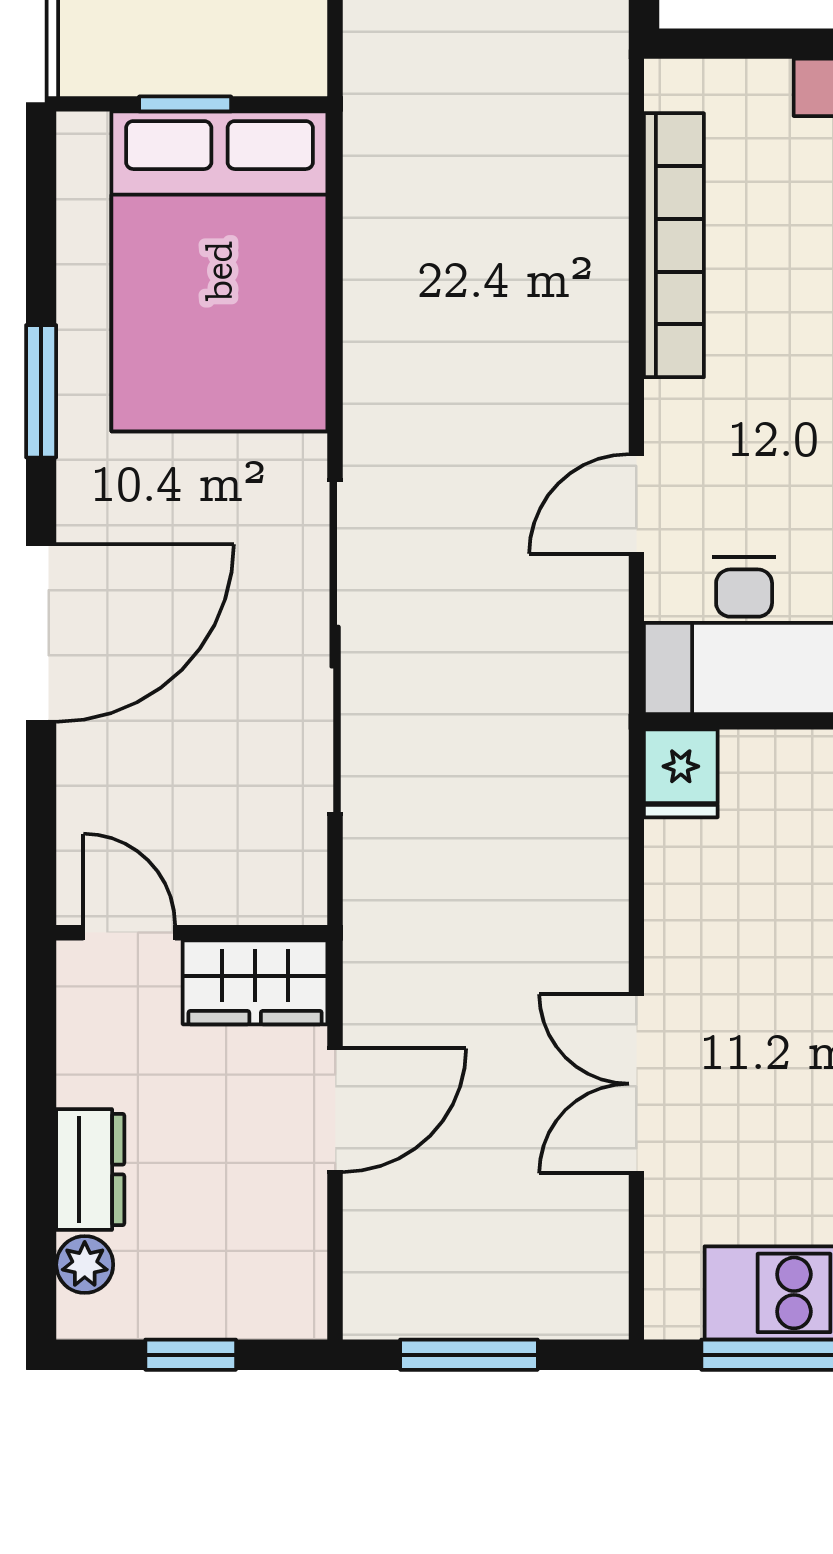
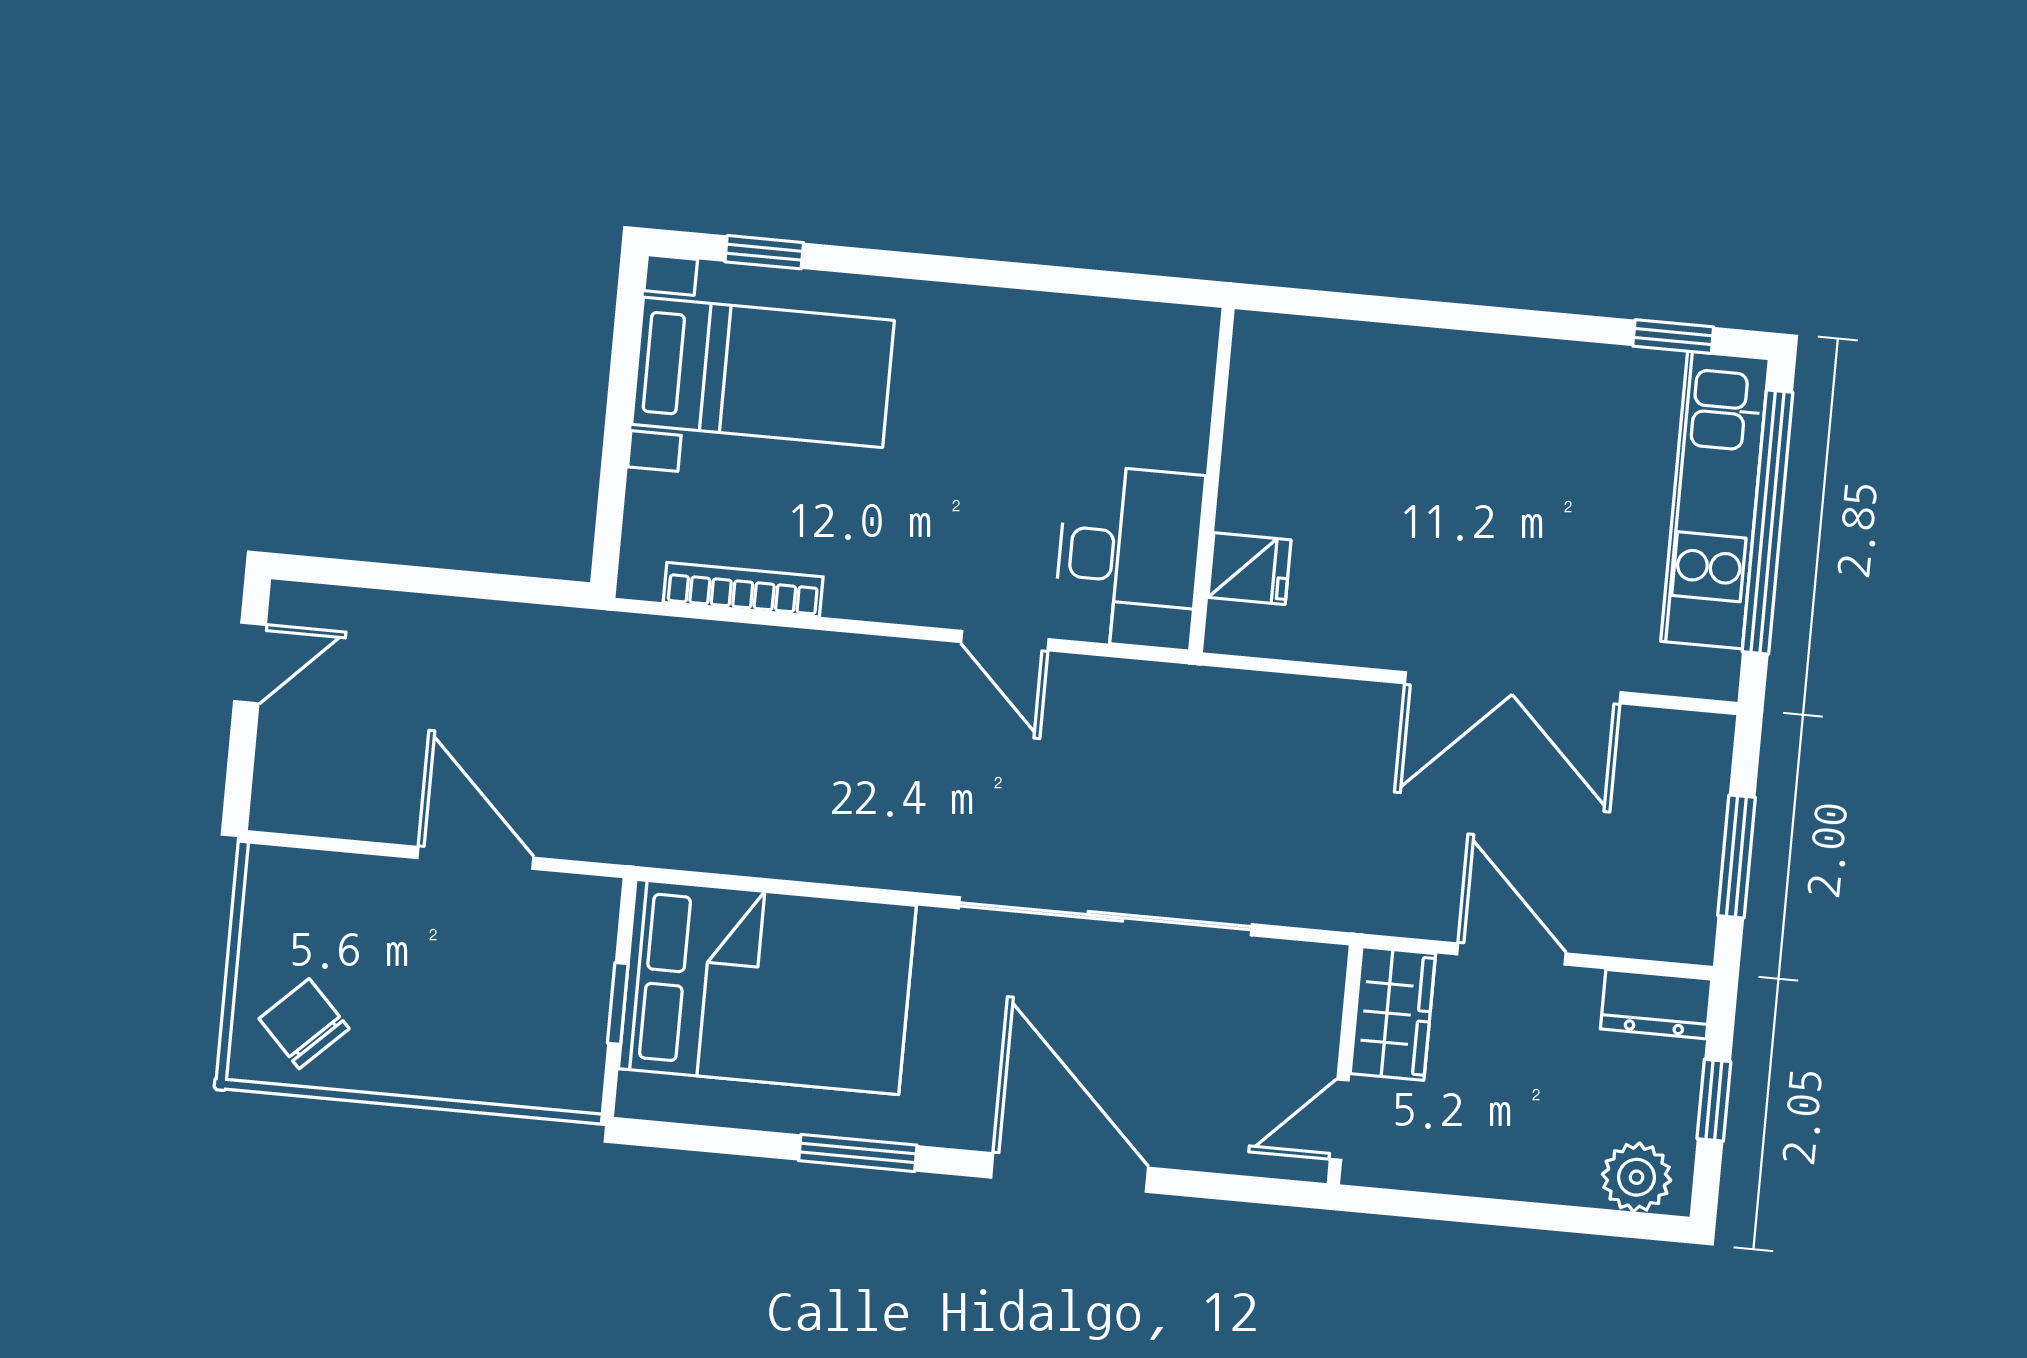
bookcase: (674, 245) -> (743, 590), width x0.68, depth x0.76
fridge: (681, 773) -> (1250, 569), moved
double door: (636, 1084) -> (1513, 688), width x1.37
dresser: (90, 1170) -> (1656, 1004), moved, turned 180
plant: (85, 1265) -> (1636, 1177), width x1.38, depth x1.38

